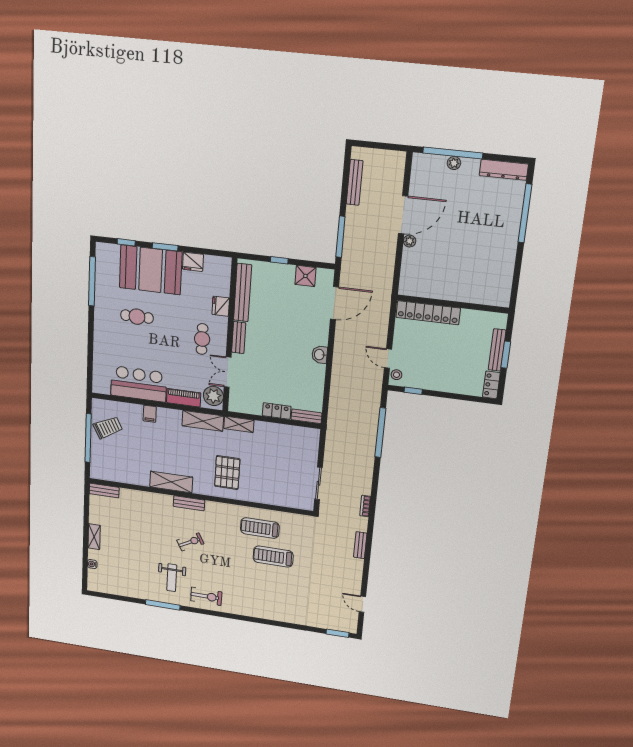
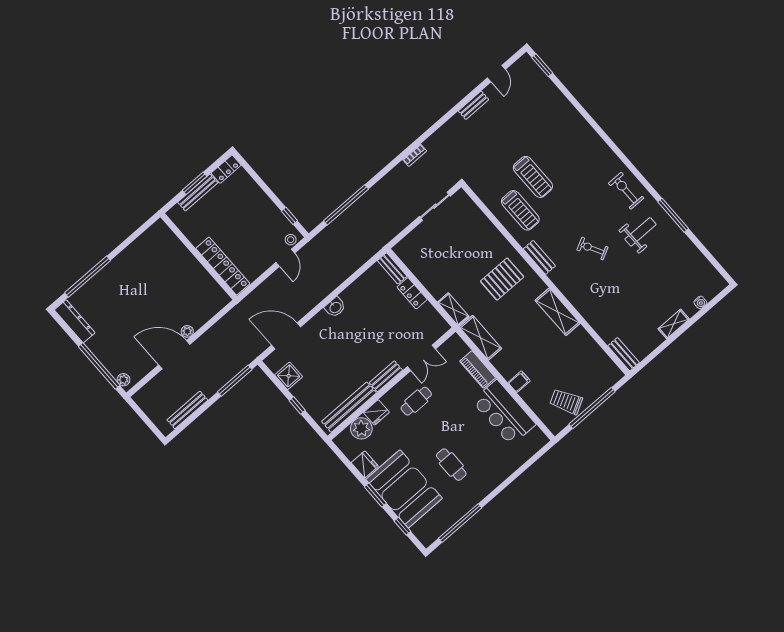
plant: (454, 163) -> (123, 380), moved
plant: (213, 396) -> (361, 428), moved
bench: (189, 503) -> (539, 257), moved
bench: (360, 545) -> (474, 105), moved

